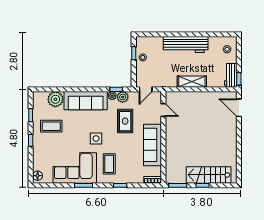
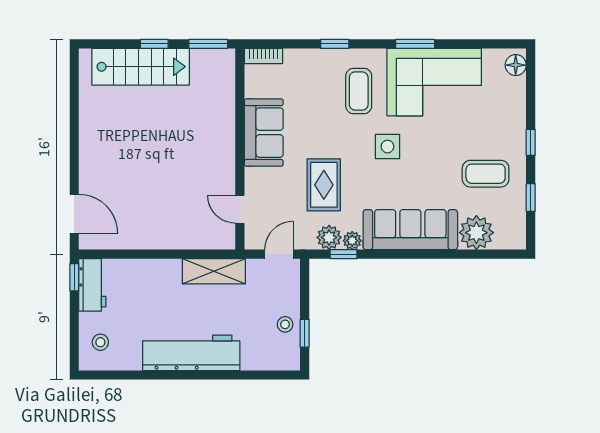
shelving: (192, 82) -> (214, 271), moved
sofa: (152, 145) -> (264, 133), width x0.73

